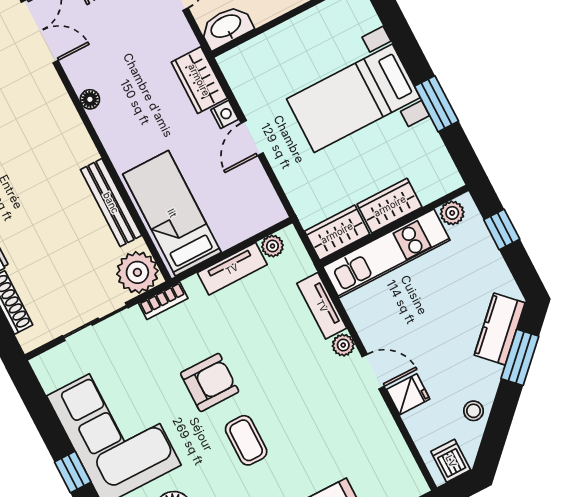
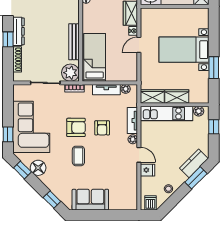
armchair: (265, 355) -> (102, 128), added

